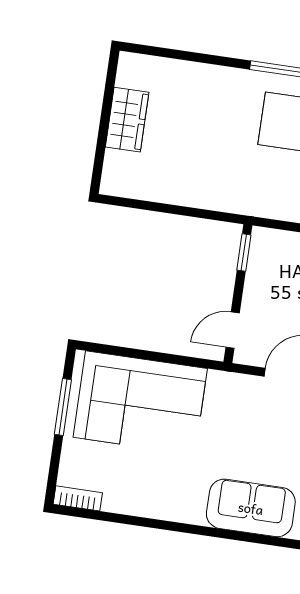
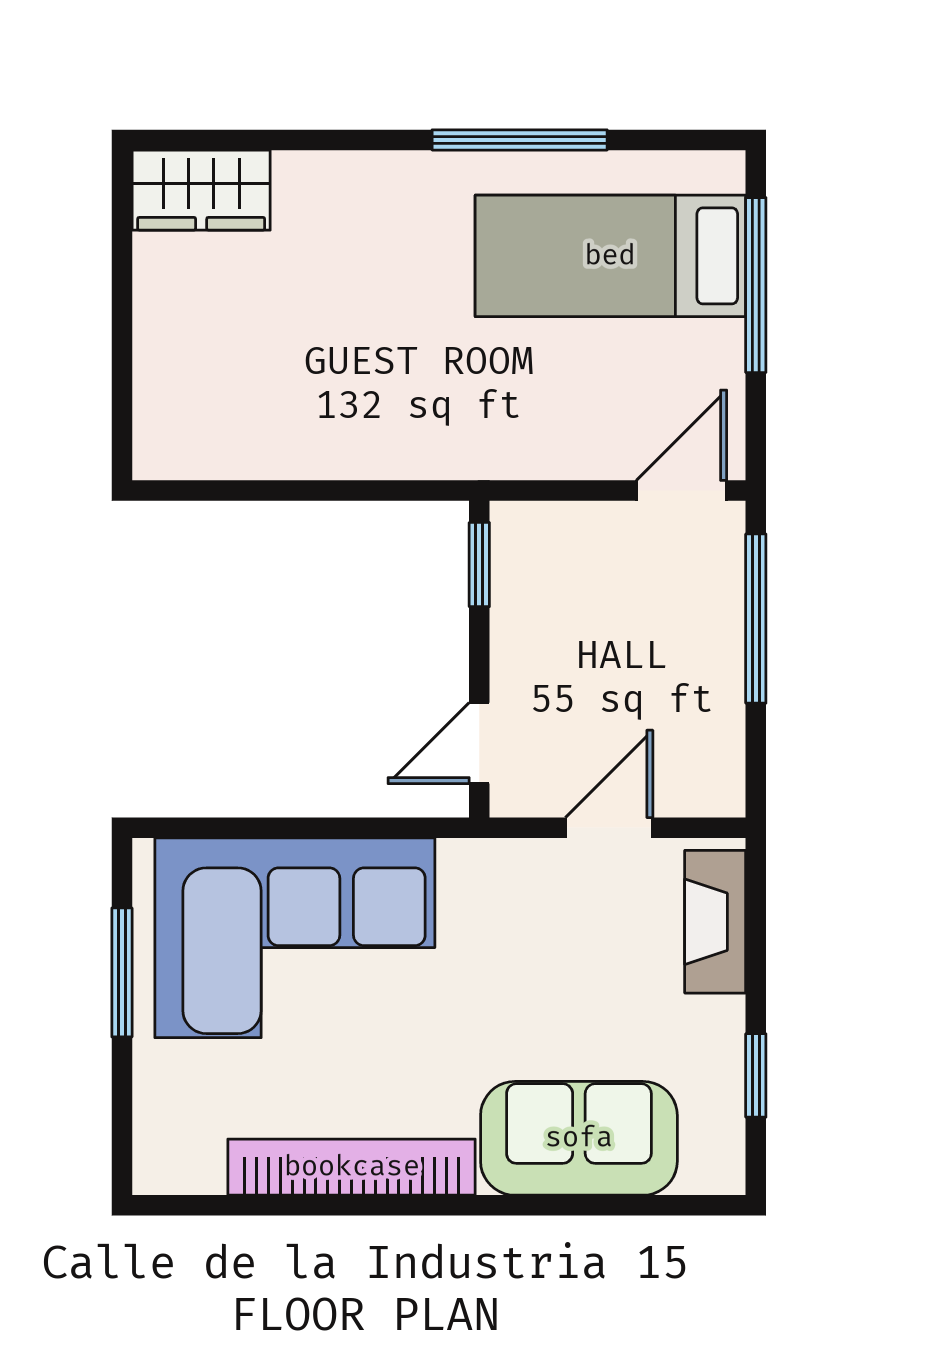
wardrobe: (127, 120) -> (201, 190), moved, turned 90
bookcase: (78, 498) -> (352, 1167), moved, width x2.31, depth x1.31

